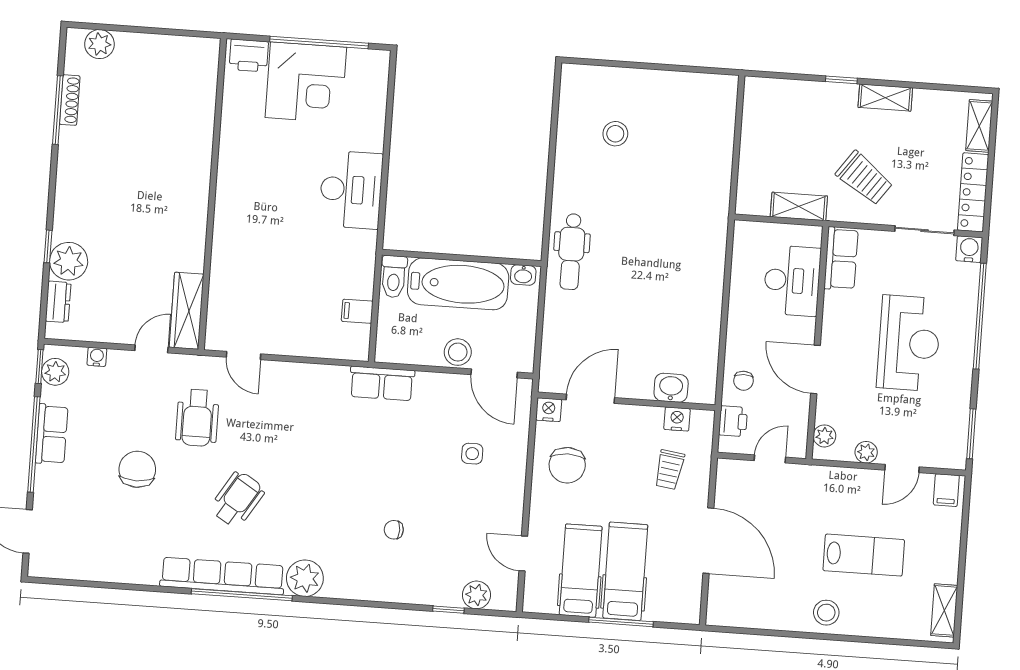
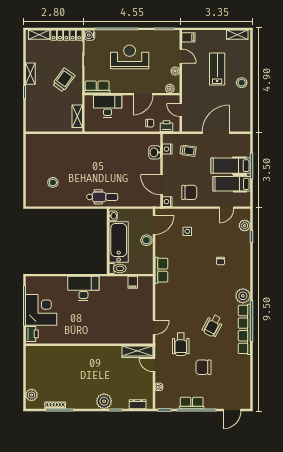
shelving: (799, 206) -> (77, 116), moved
plant: (69, 261) -> (104, 401), moved
plant: (55, 372) -> (166, 403), removed
wheelchair: (197, 418) -> (181, 344), turned 90
wheelchair: (237, 499) -> (213, 326), turned -94

